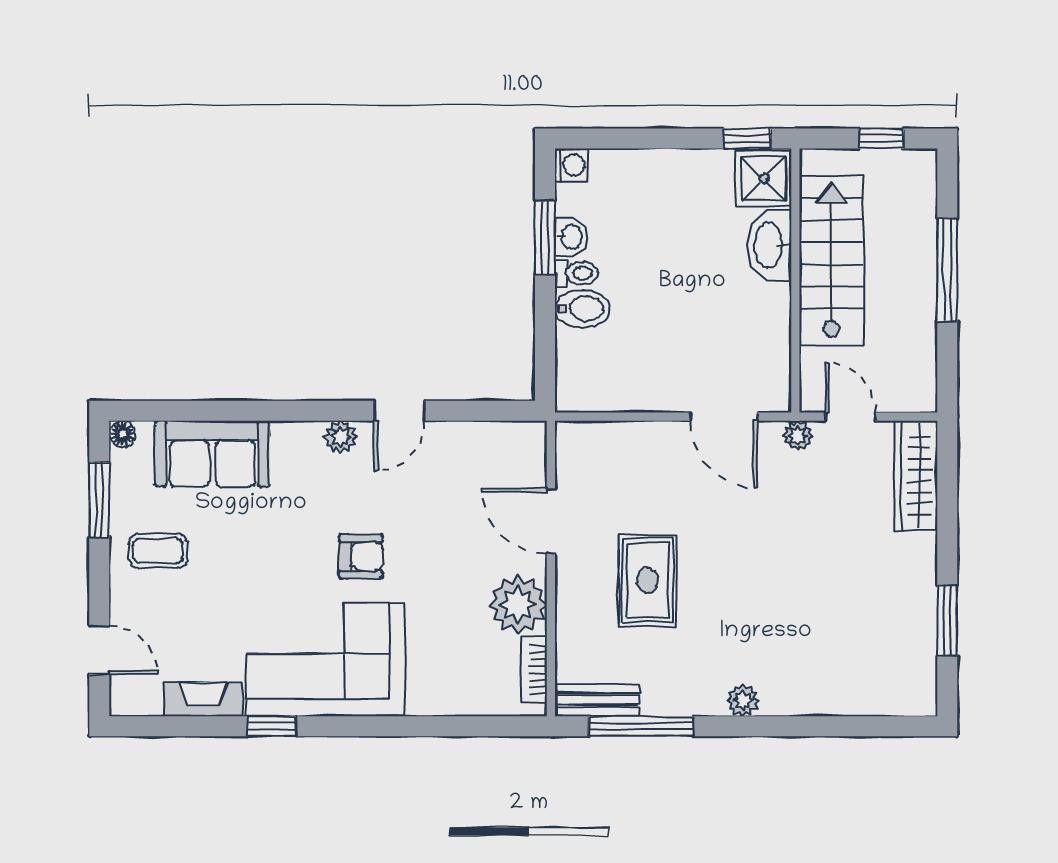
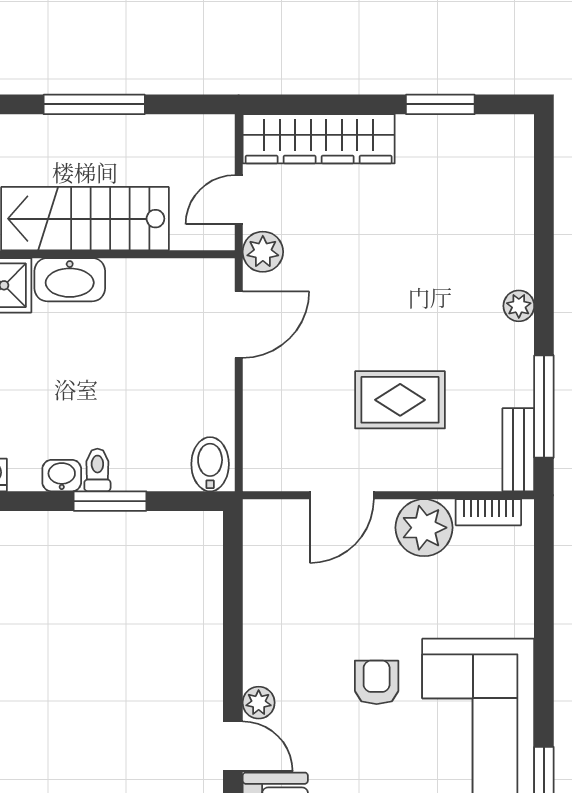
window: (545, 237) -> (110, 501), moved
bidet: (582, 309) -> (210, 464), moved
door: (399, 411) -> (233, 746), moved
plant: (798, 435) -> (263, 252), width x1.38, depth x1.38
wardrobe: (916, 476) -> (319, 139), width x1.40, depth x1.17

